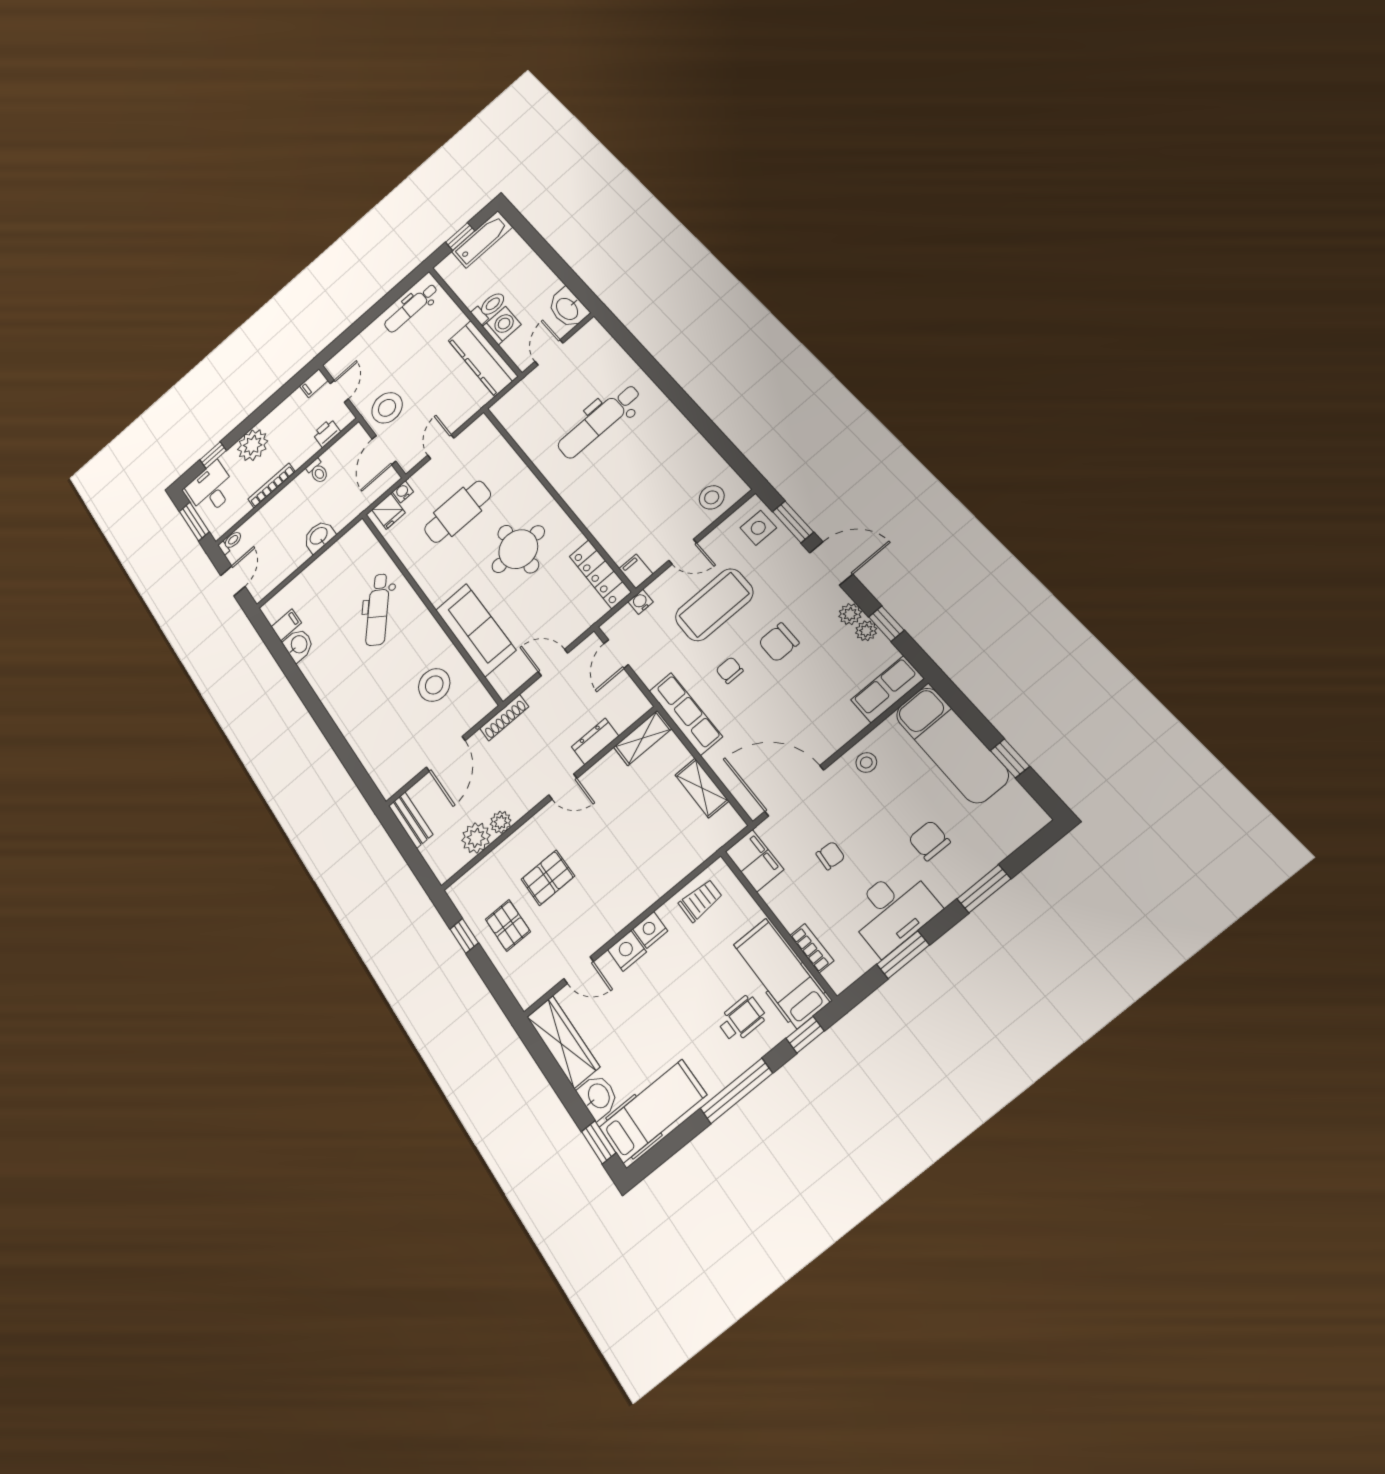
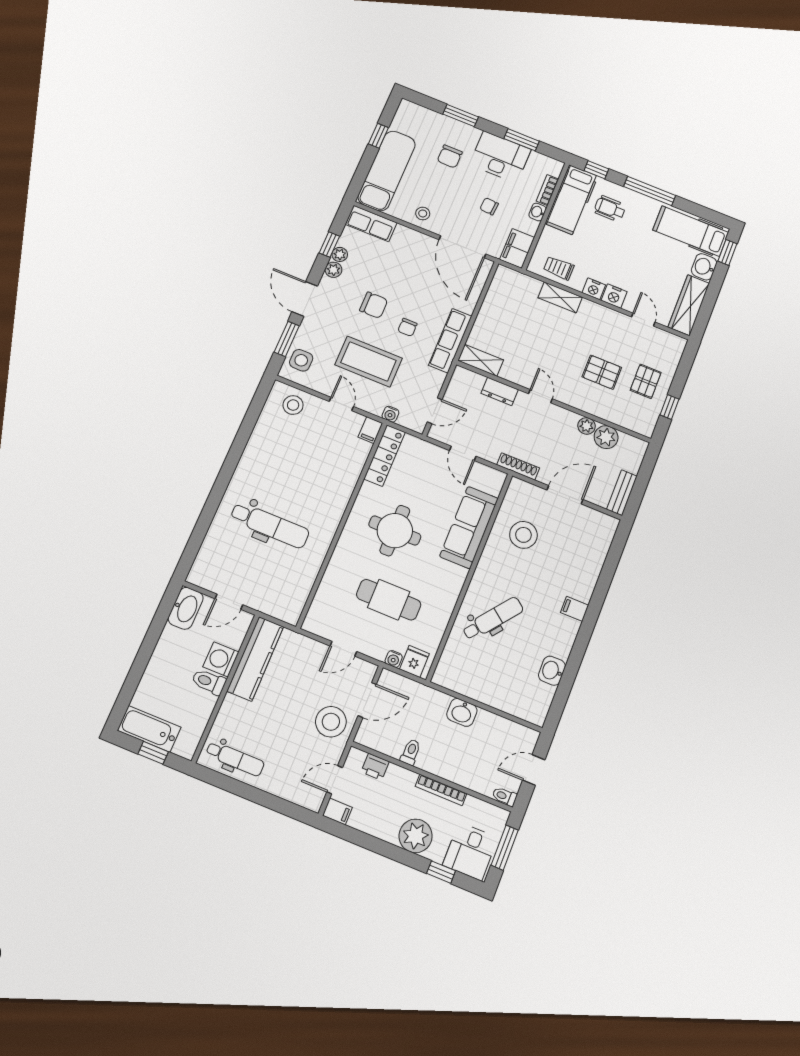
filing cabinet: (286, 625) -> (575, 609), moved
shelving: (702, 788) -> (560, 297), moved, turned 90
washbasin: (789, 916) -> (538, 212), added

